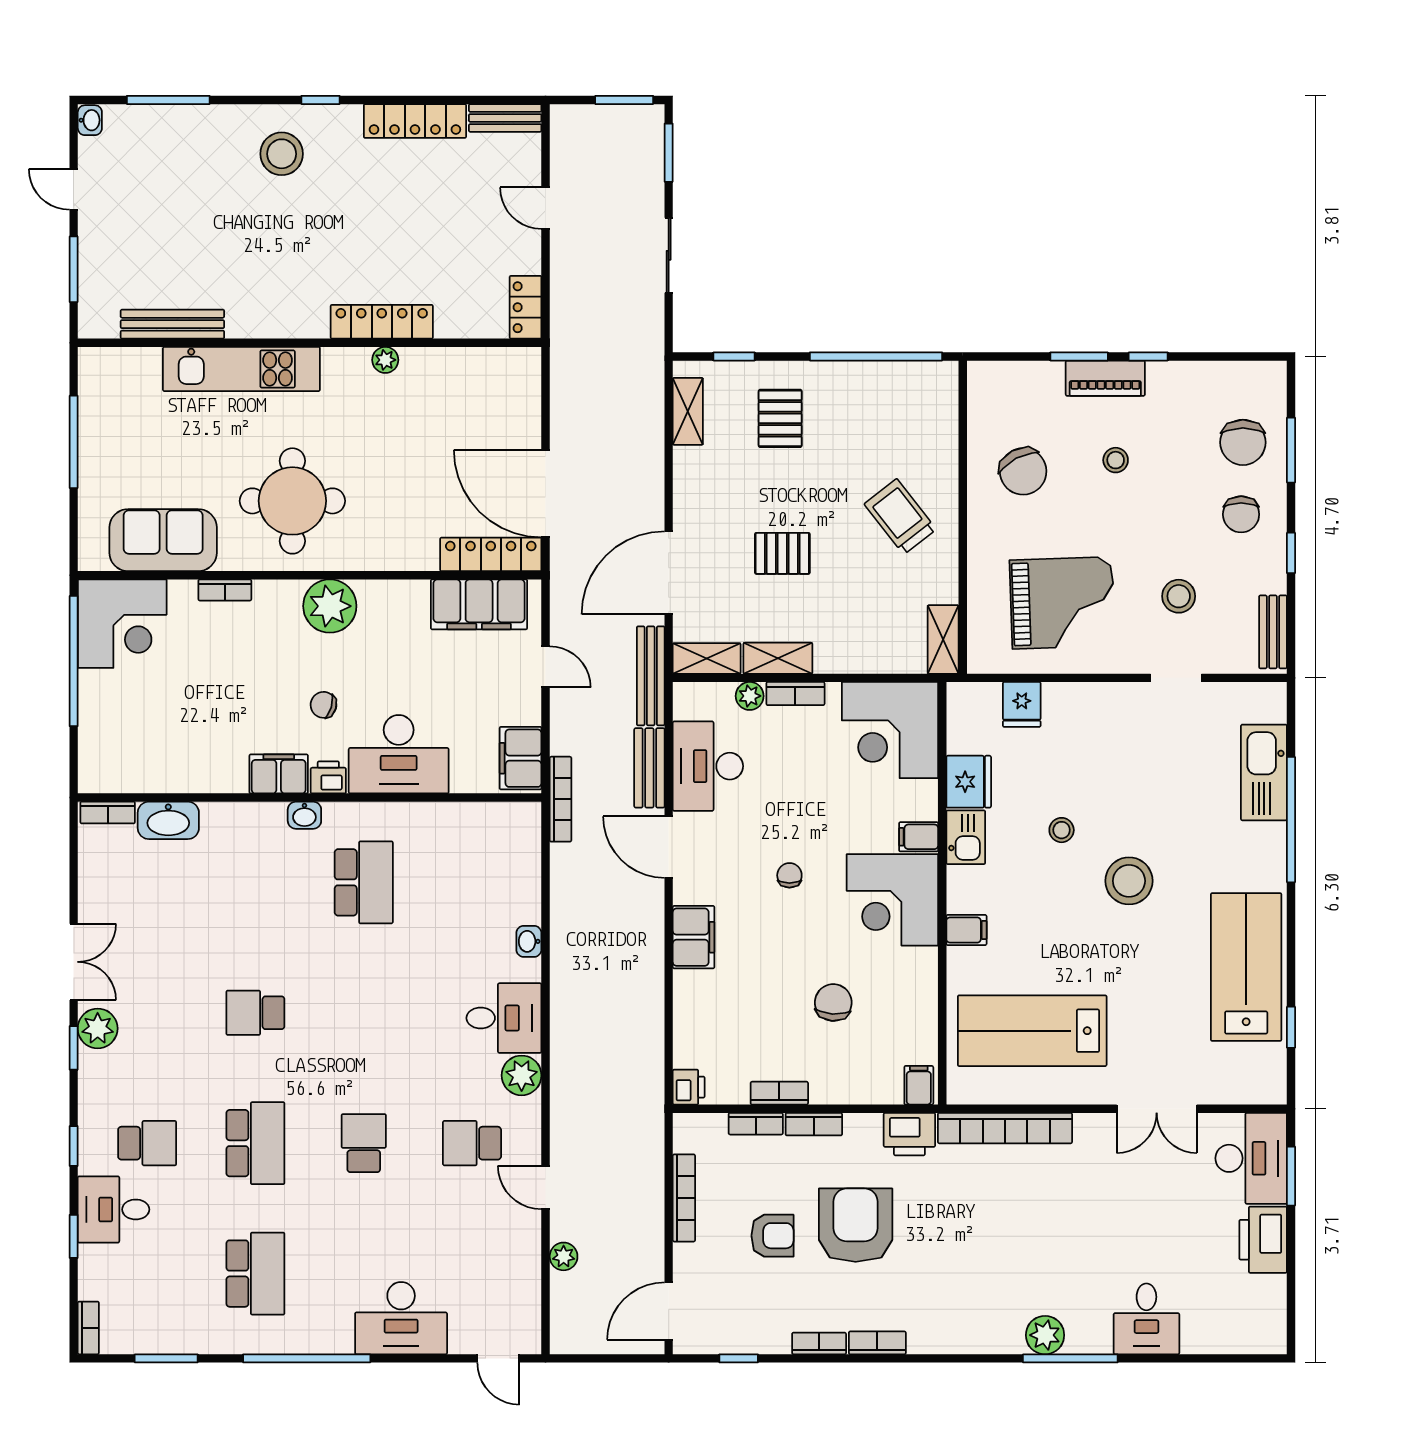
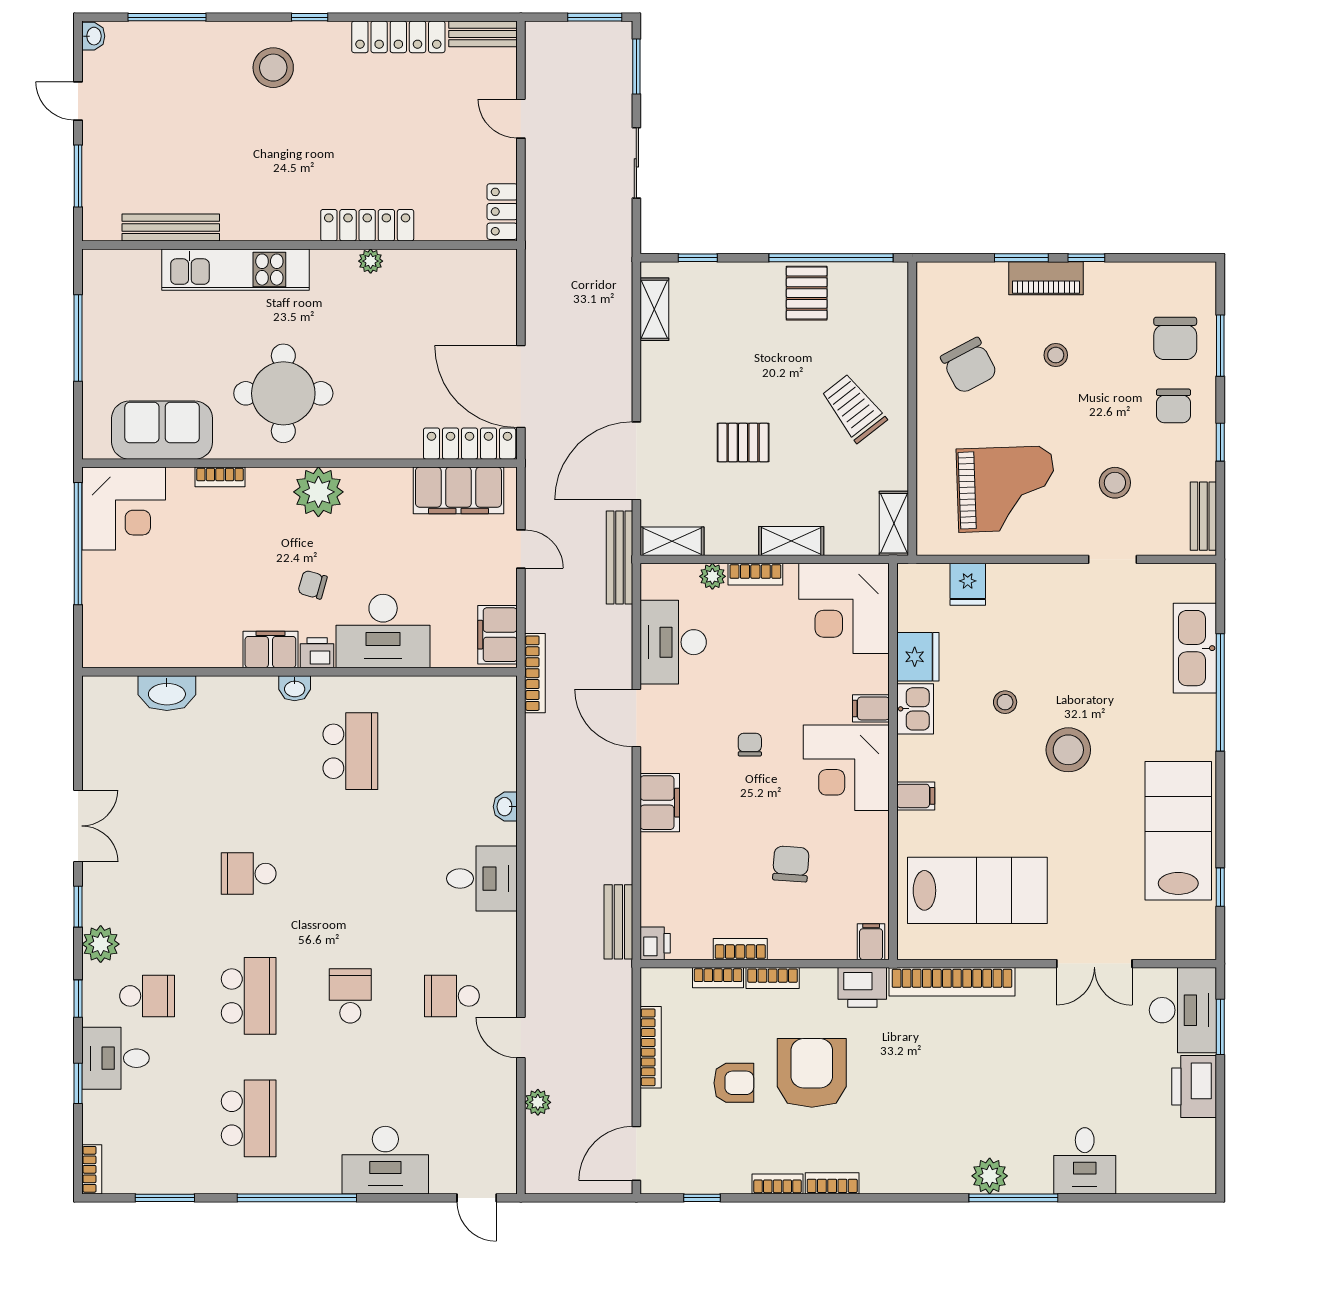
pallet: (780, 418) -> (807, 293), moved
shelving: (778, 658) -> (791, 541), moved
bench: (649, 768) -> (618, 922), moved
bookcase: (108, 813) -> (110, 686), removed
plant: (98, 1028) -> (101, 944), moved
lab bench: (1032, 1031) -> (977, 890), turned 180
plant: (522, 1075) -> (498, 932), removed

